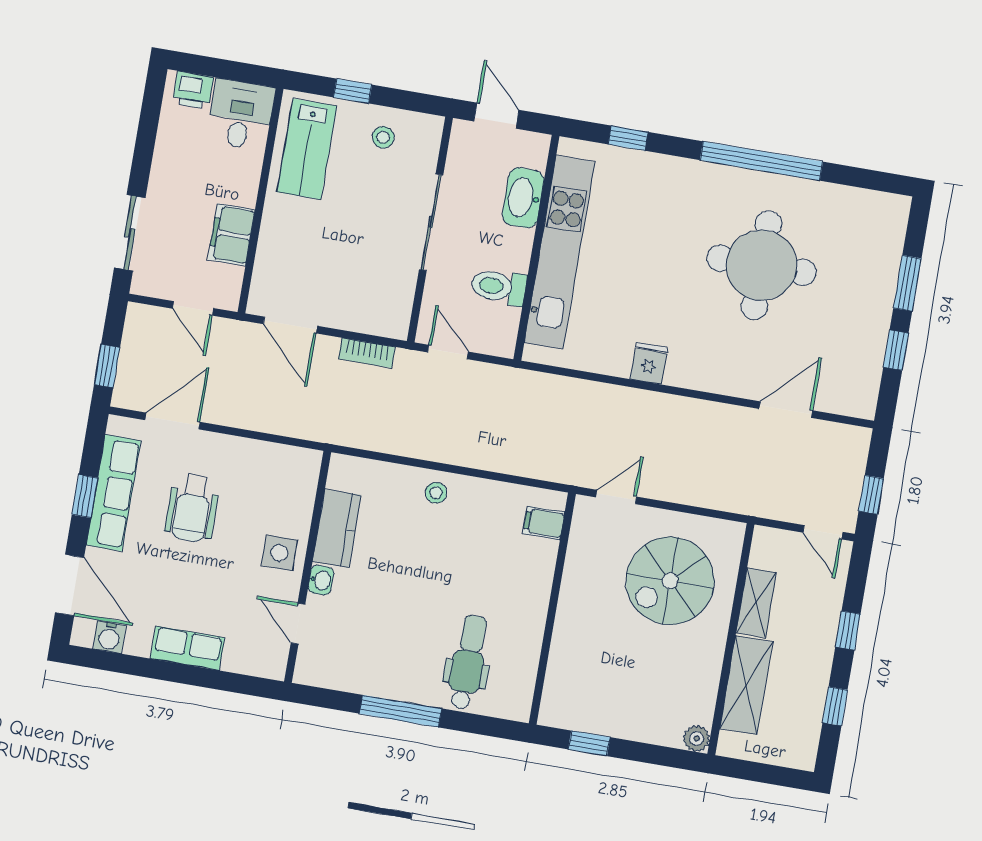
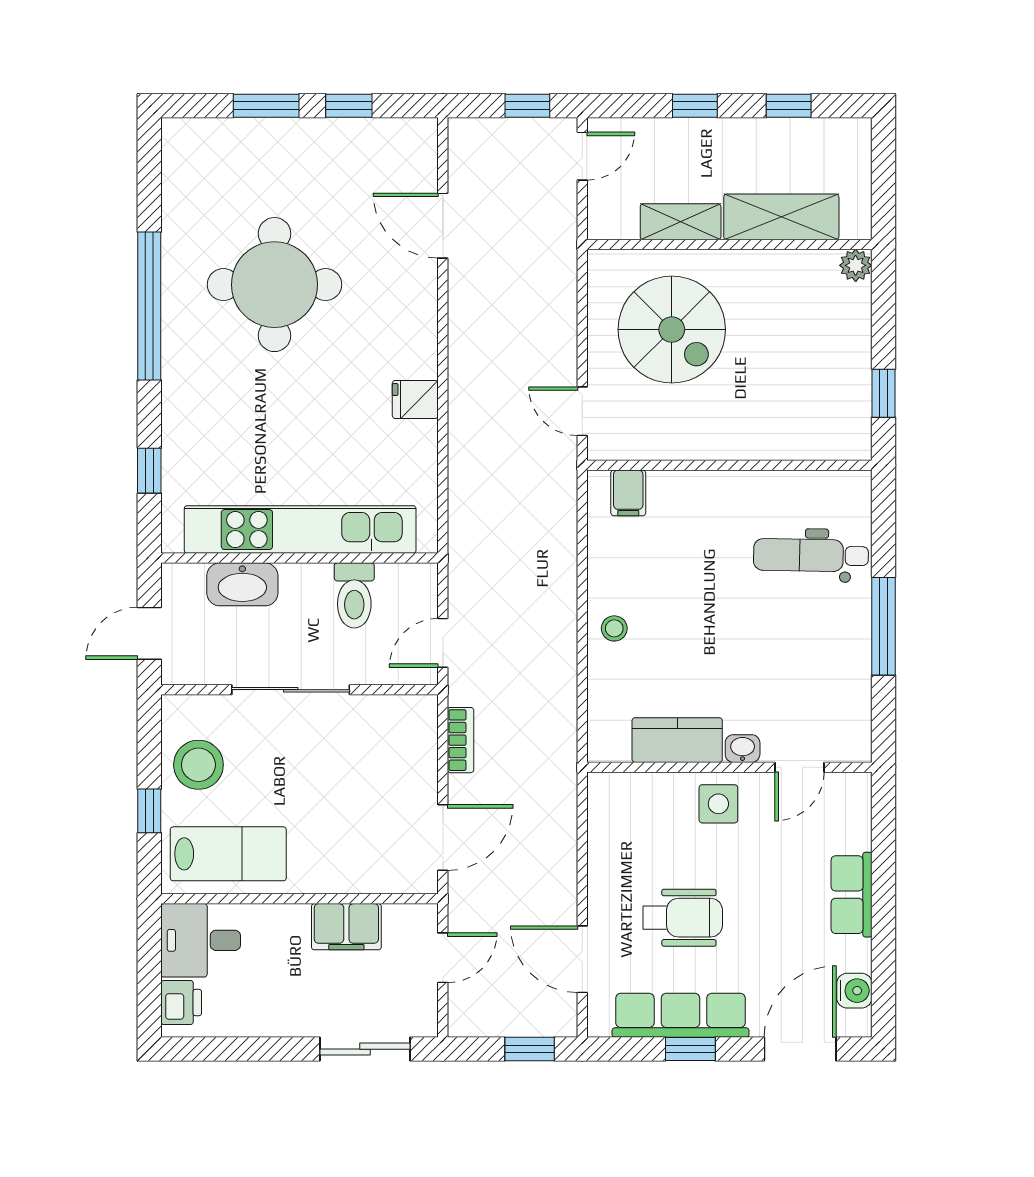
stool: (383, 137) -> (198, 765), width x1.89, depth x1.89

